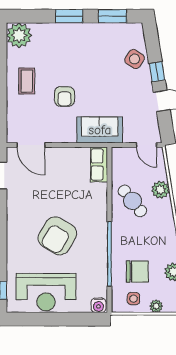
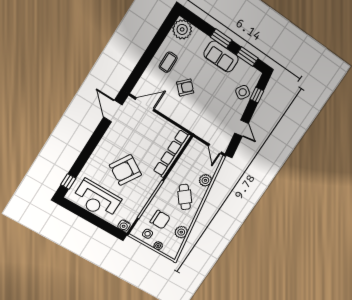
window: (157, 72) -> (257, 95), moved
armchair: (65, 96) -> (185, 87), turned -136
sofa: (100, 130) -> (221, 57), moved, turned 180
door: (31, 145) -> (145, 104), swing flipped
row of seats: (99, 164) -> (172, 153), width x2.02
cafe table: (132, 201) -> (185, 197), moved

